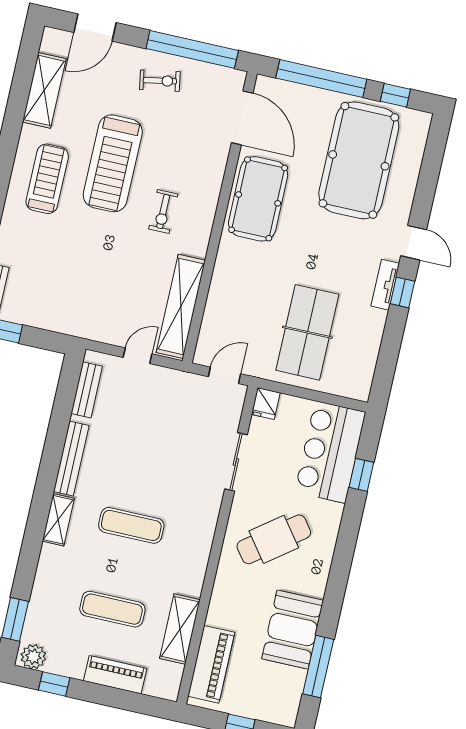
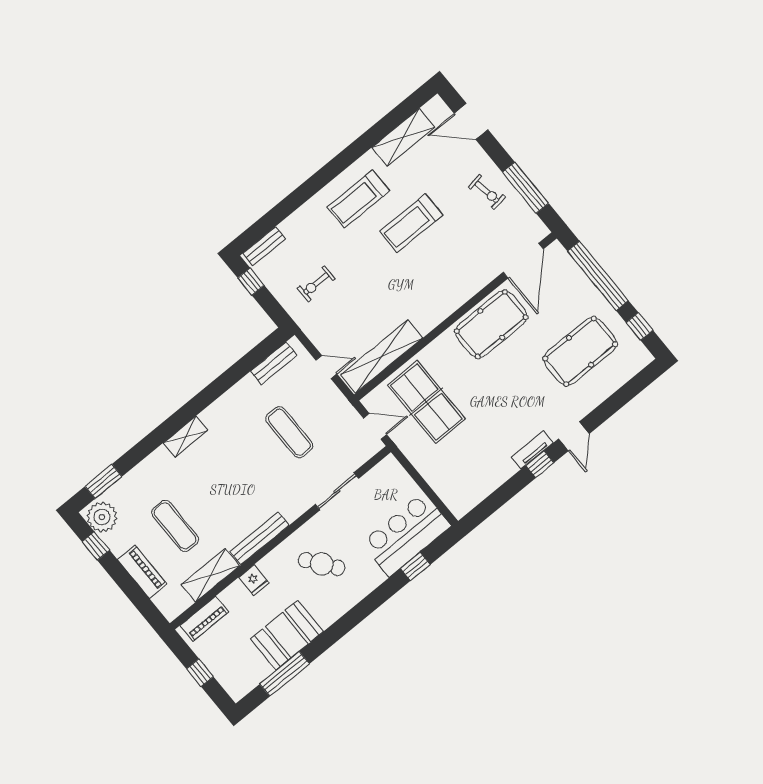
window: (192, 49) -> (525, 188), width x0.68
pool table: (359, 160) -> (580, 351), width x0.73, depth x0.76
treadmill: (113, 163) -> (411, 223), width x0.73, depth x0.73
treadmill: (47, 179) -> (358, 199), turned 180
exercise bike: (163, 212) -> (316, 284), moved
table tennis table: (307, 332) -> (426, 402), moved, turned 90
fridge: (266, 404) -> (254, 580), moved, turned -90
bench: (71, 458) -> (260, 538), moved
exercise mat: (131, 525) -> (289, 432), moved
cafe table: (274, 539) -> (322, 564), width x0.73, depth x0.74
plant: (33, 657) -> (102, 517), width x1.36, depth x1.36
piano: (211, 664) -> (204, 619), width x0.73, depth x0.75

